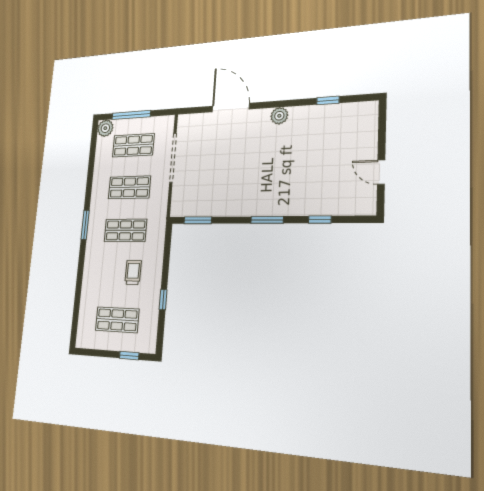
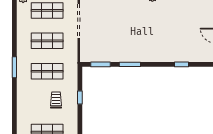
window: (267, 220) -> (130, 64), moved
window: (163, 300) -> (80, 98), moved

